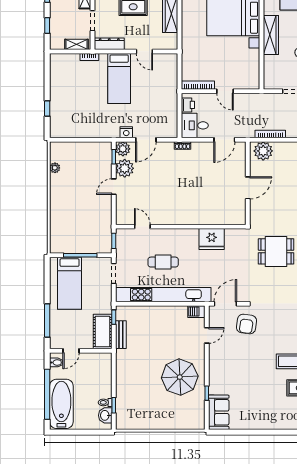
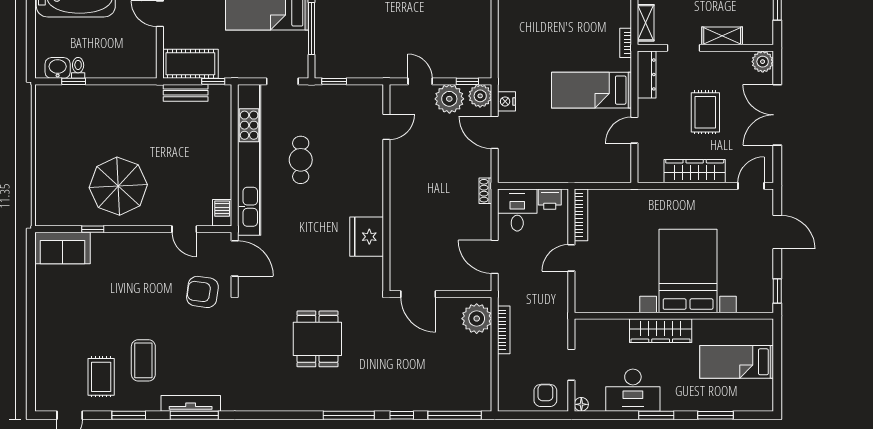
door: (142, 227) -> (386, 127), moved
wall: (181, 227) -> (386, 188), moved
fridge: (212, 239) -> (367, 237), moved

